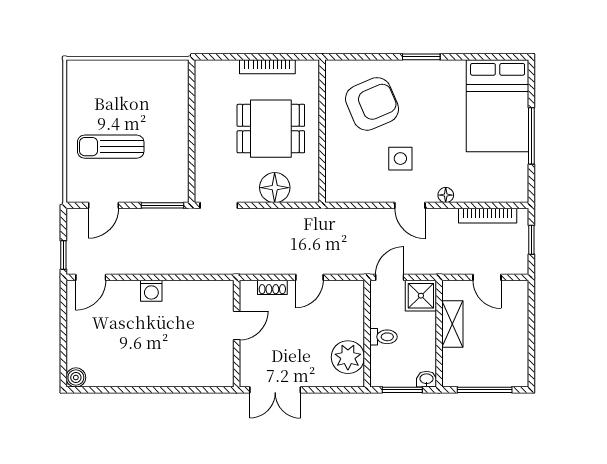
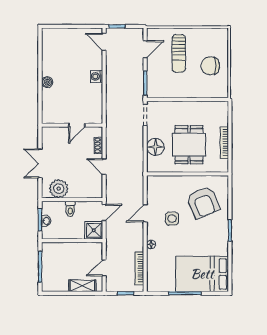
chair: (133, 91) -> (210, 66), added
sun lounger: (111, 147) -> (179, 53), turned 180
door: (103, 205) -> (145, 49), swing flipped
door: (410, 205) -> (145, 213), moved
door: (390, 277) -> (104, 212), hinge flipped
shelving: (452, 324) -> (82, 286), moved
door: (237, 325) -> (77, 125), hinge flipped
boiler: (76, 377) -> (47, 82), moved
washbasin: (426, 379) -> (46, 221), moved
double door: (275, 390) -> (40, 163), moved

